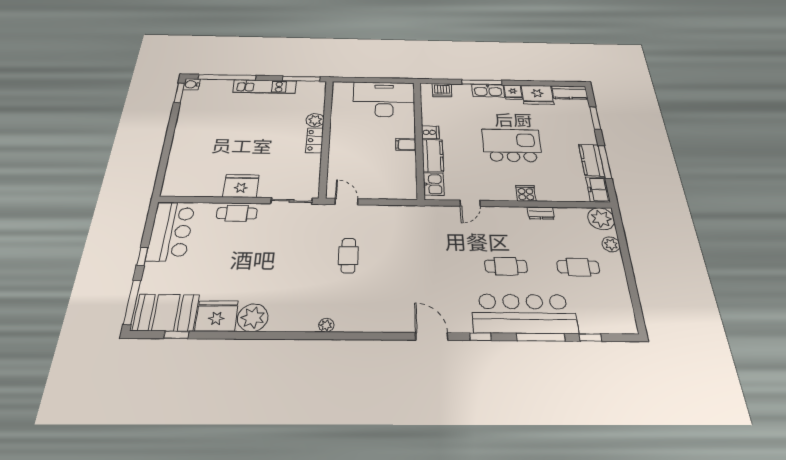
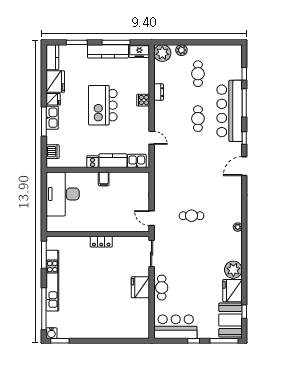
kitchen unit: (265, 87) -> (52, 281), width x1.36
plant: (315, 120) -> (83, 242), removed
kitchen counter: (592, 160) -> (108, 51), width x1.50
door: (347, 202) -> (152, 218), hinge flipped

